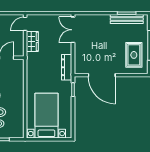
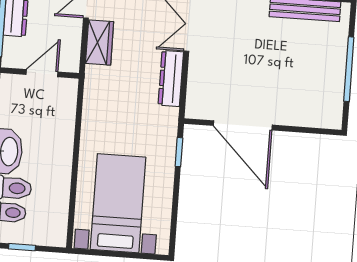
rug: (134, 55) -> (314, 87), removed
dresser: (67, 67) -> (171, 78), moved

